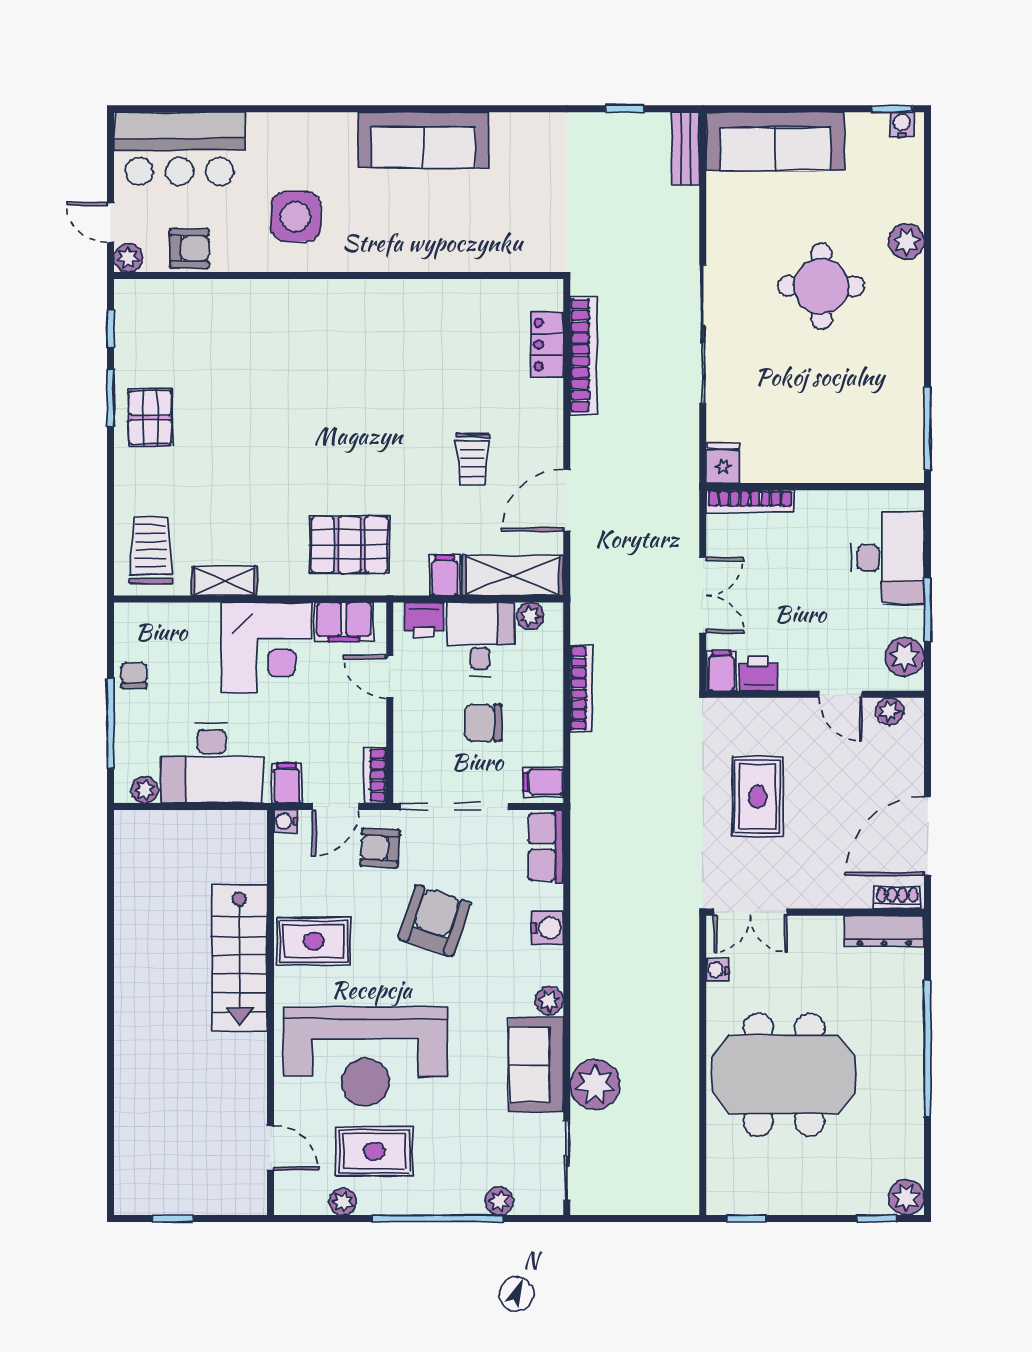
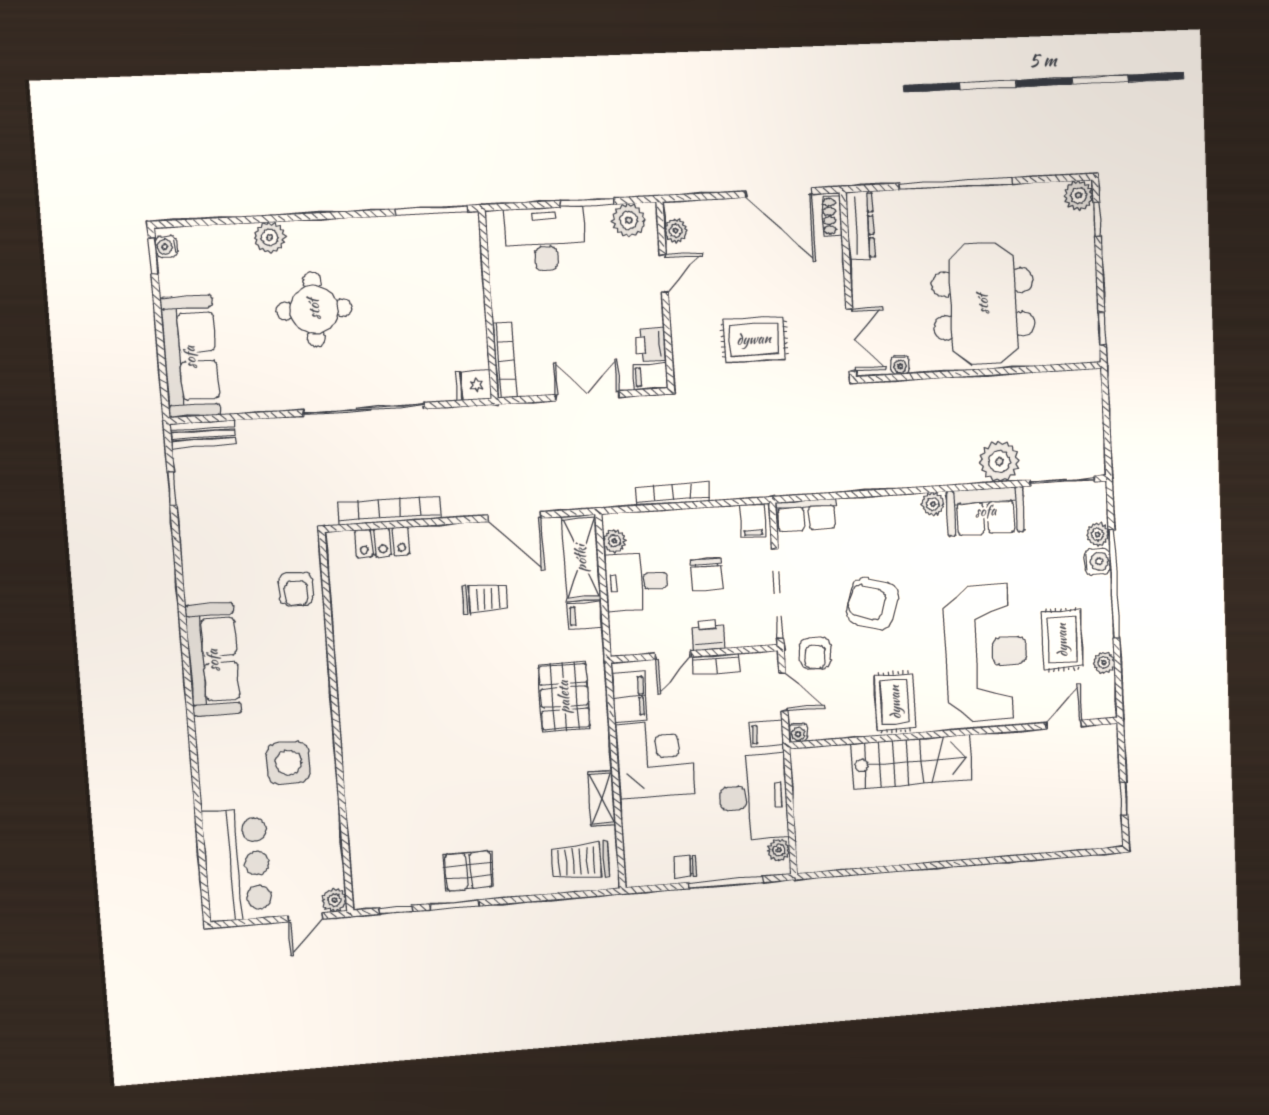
armchair: (189, 248) -> (296, 589), moved, turned 180
printer: (424, 620) -> (708, 635), moved, turned -90
bookcase: (375, 775) -> (716, 664), moved
water cooler: (547, 928) -> (1097, 561), moved, turned 90

